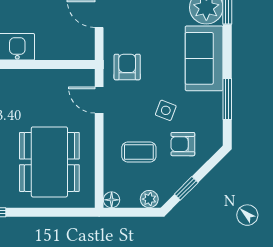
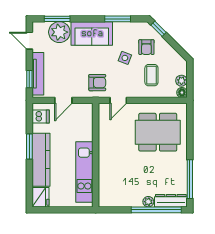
armchair: (127, 67) -> (97, 83), turned 180
window: (186, 188) -> (159, 29), moved
plant: (149, 199) -> (181, 81), moved

